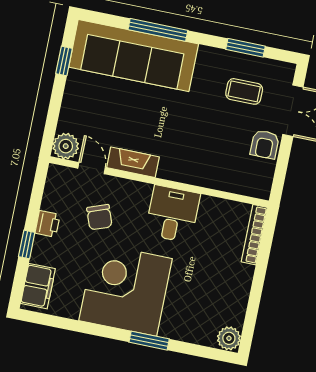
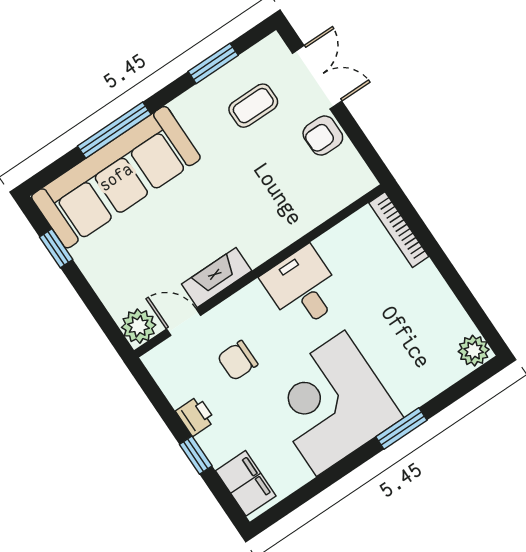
armchair: (265, 144) -> (323, 136), turned 90
chair: (99, 217) -> (238, 361), turned 110

